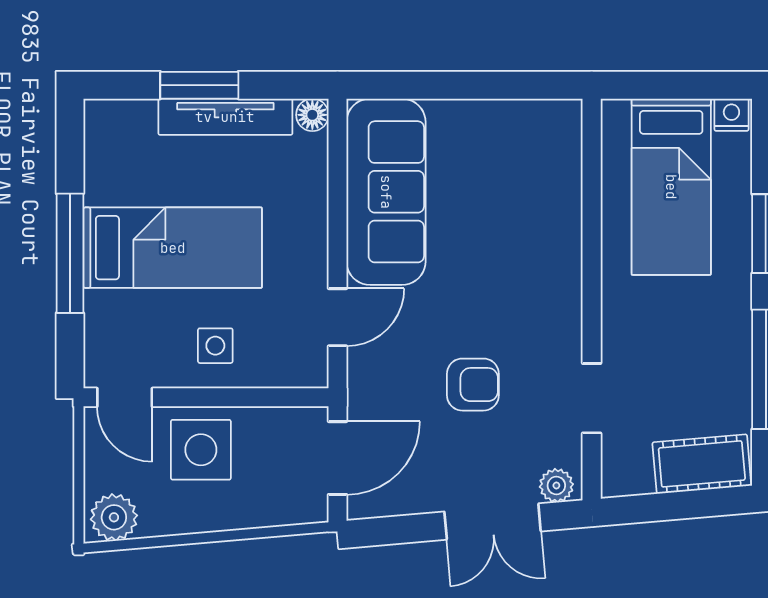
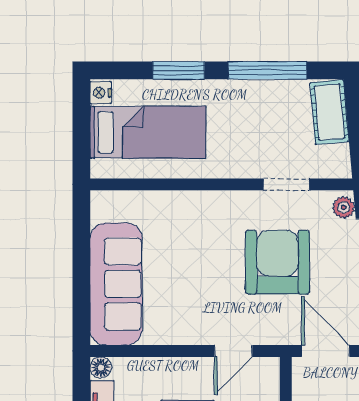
sofa: (386, 192) -> (116, 284), moved, turned 90
door: (337, 317) -> (233, 351), swing flipped
armchair: (473, 385) -> (277, 262), width x1.88, depth x1.88

